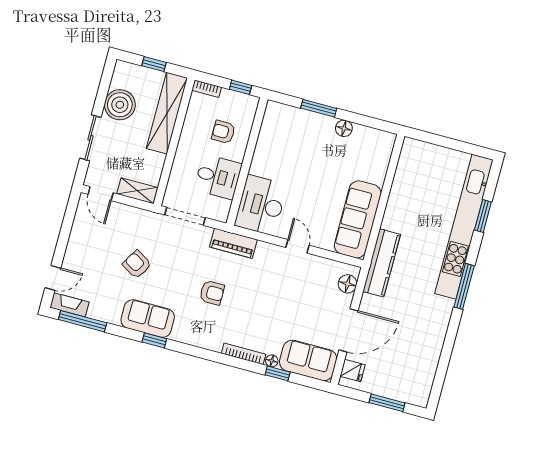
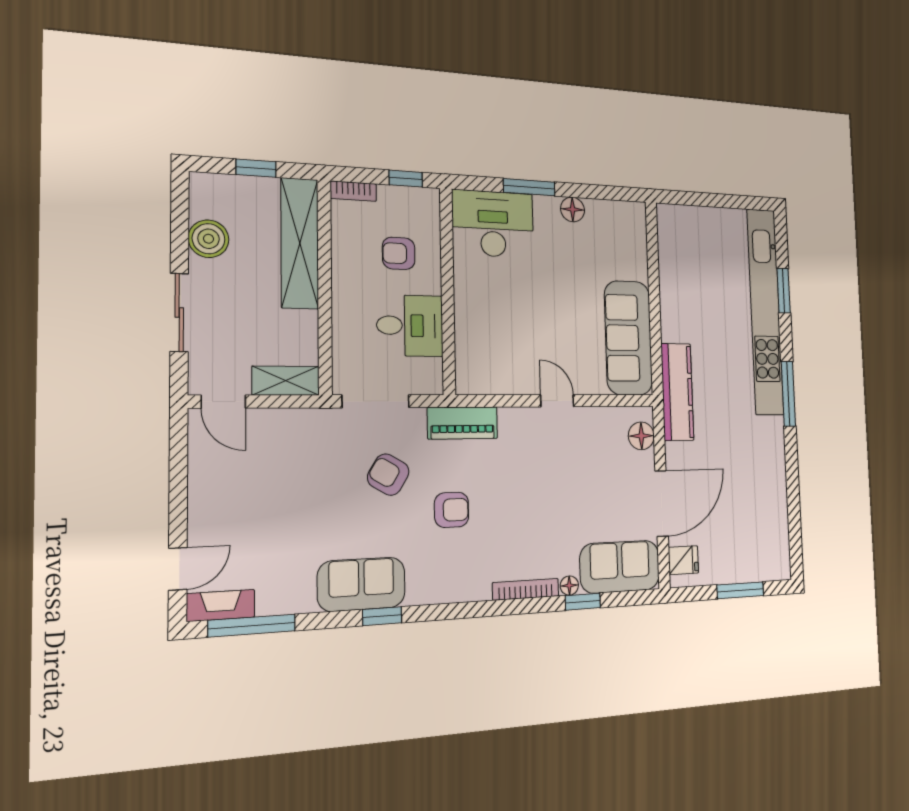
boiler: (120, 105) -> (209, 239), width x0.73, depth x0.73
desk: (261, 205) -> (493, 224), moved, turned 90
armchair: (137, 264) -> (388, 475), moved

